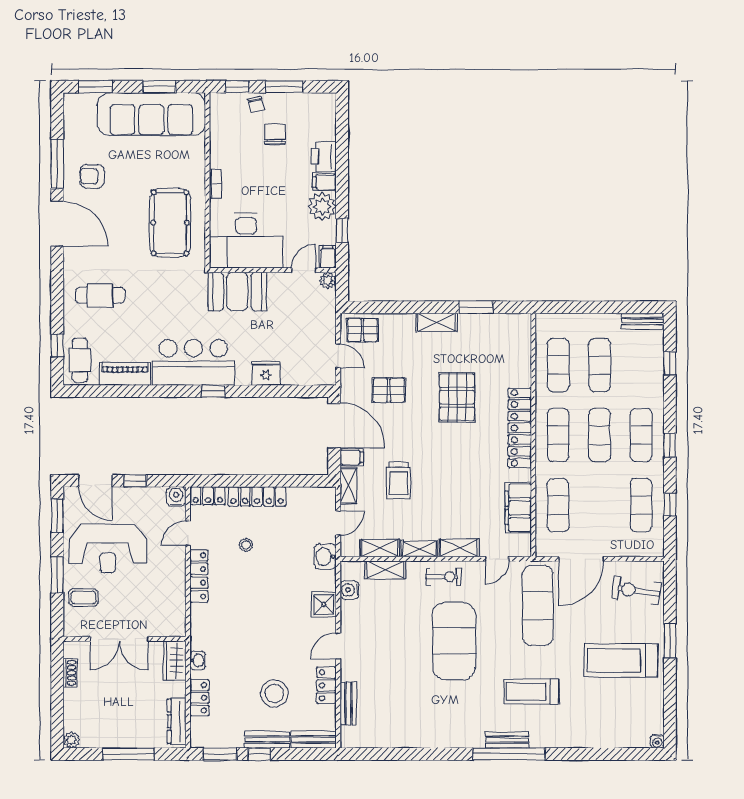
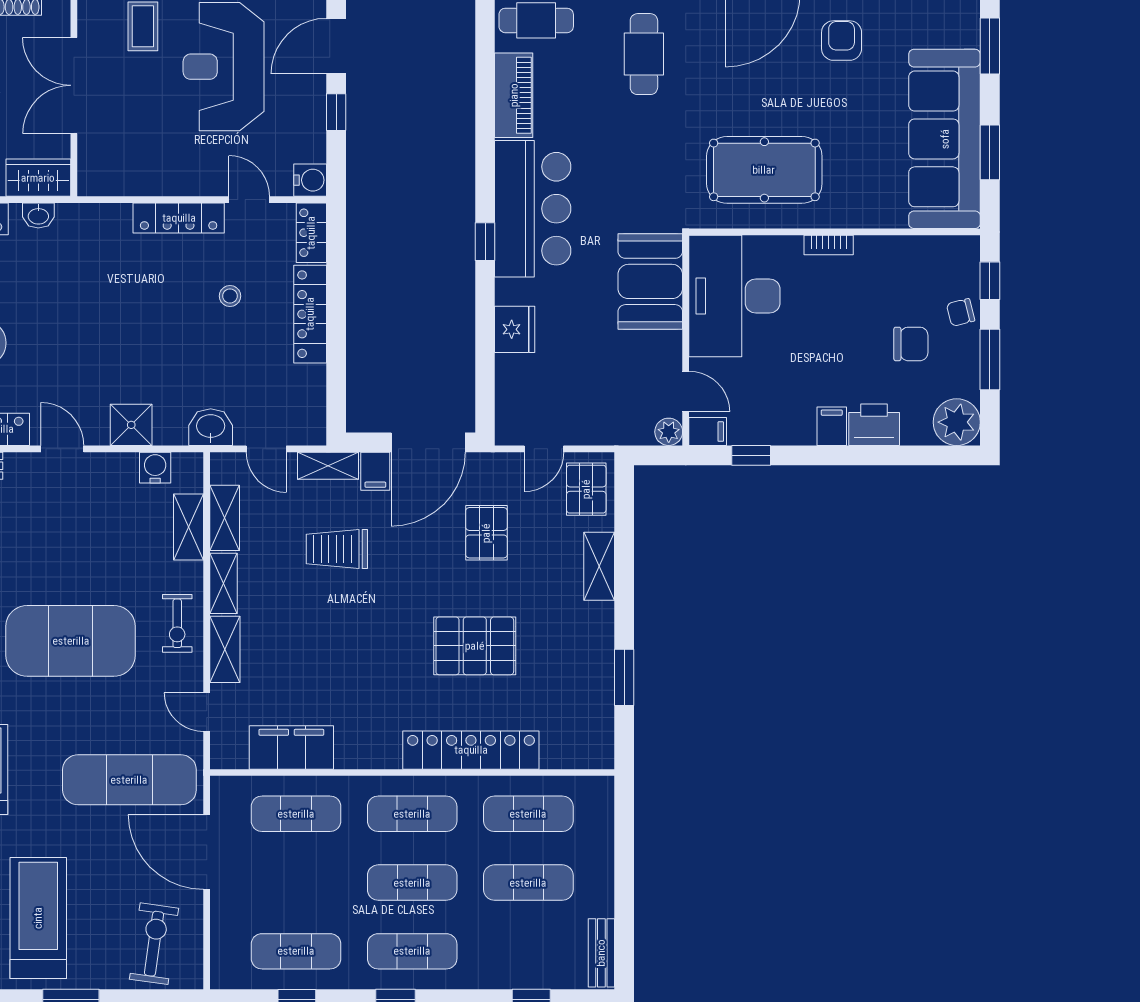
plant: (322, 207) -> (957, 422), moved
shelving: (437, 322) -> (599, 566), moved
locker: (520, 428) -> (471, 750), moved

